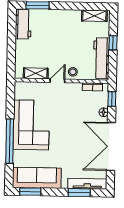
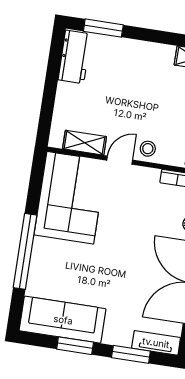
corner sofa: (31, 125) -> (70, 198), moved
tv unit: (87, 184) -> (156, 343), width x0.71
window: (30, 192) -> (75, 346), moved

